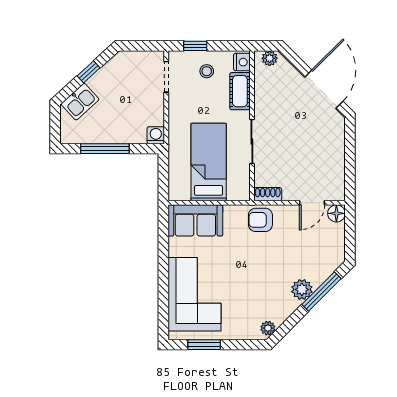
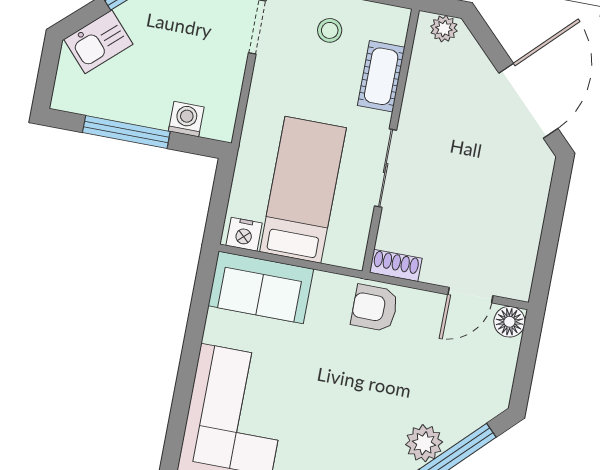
nightstand: (242, 62) -> (244, 234), moved, turned 90
washing machine: (156, 135) -> (186, 119), moved

